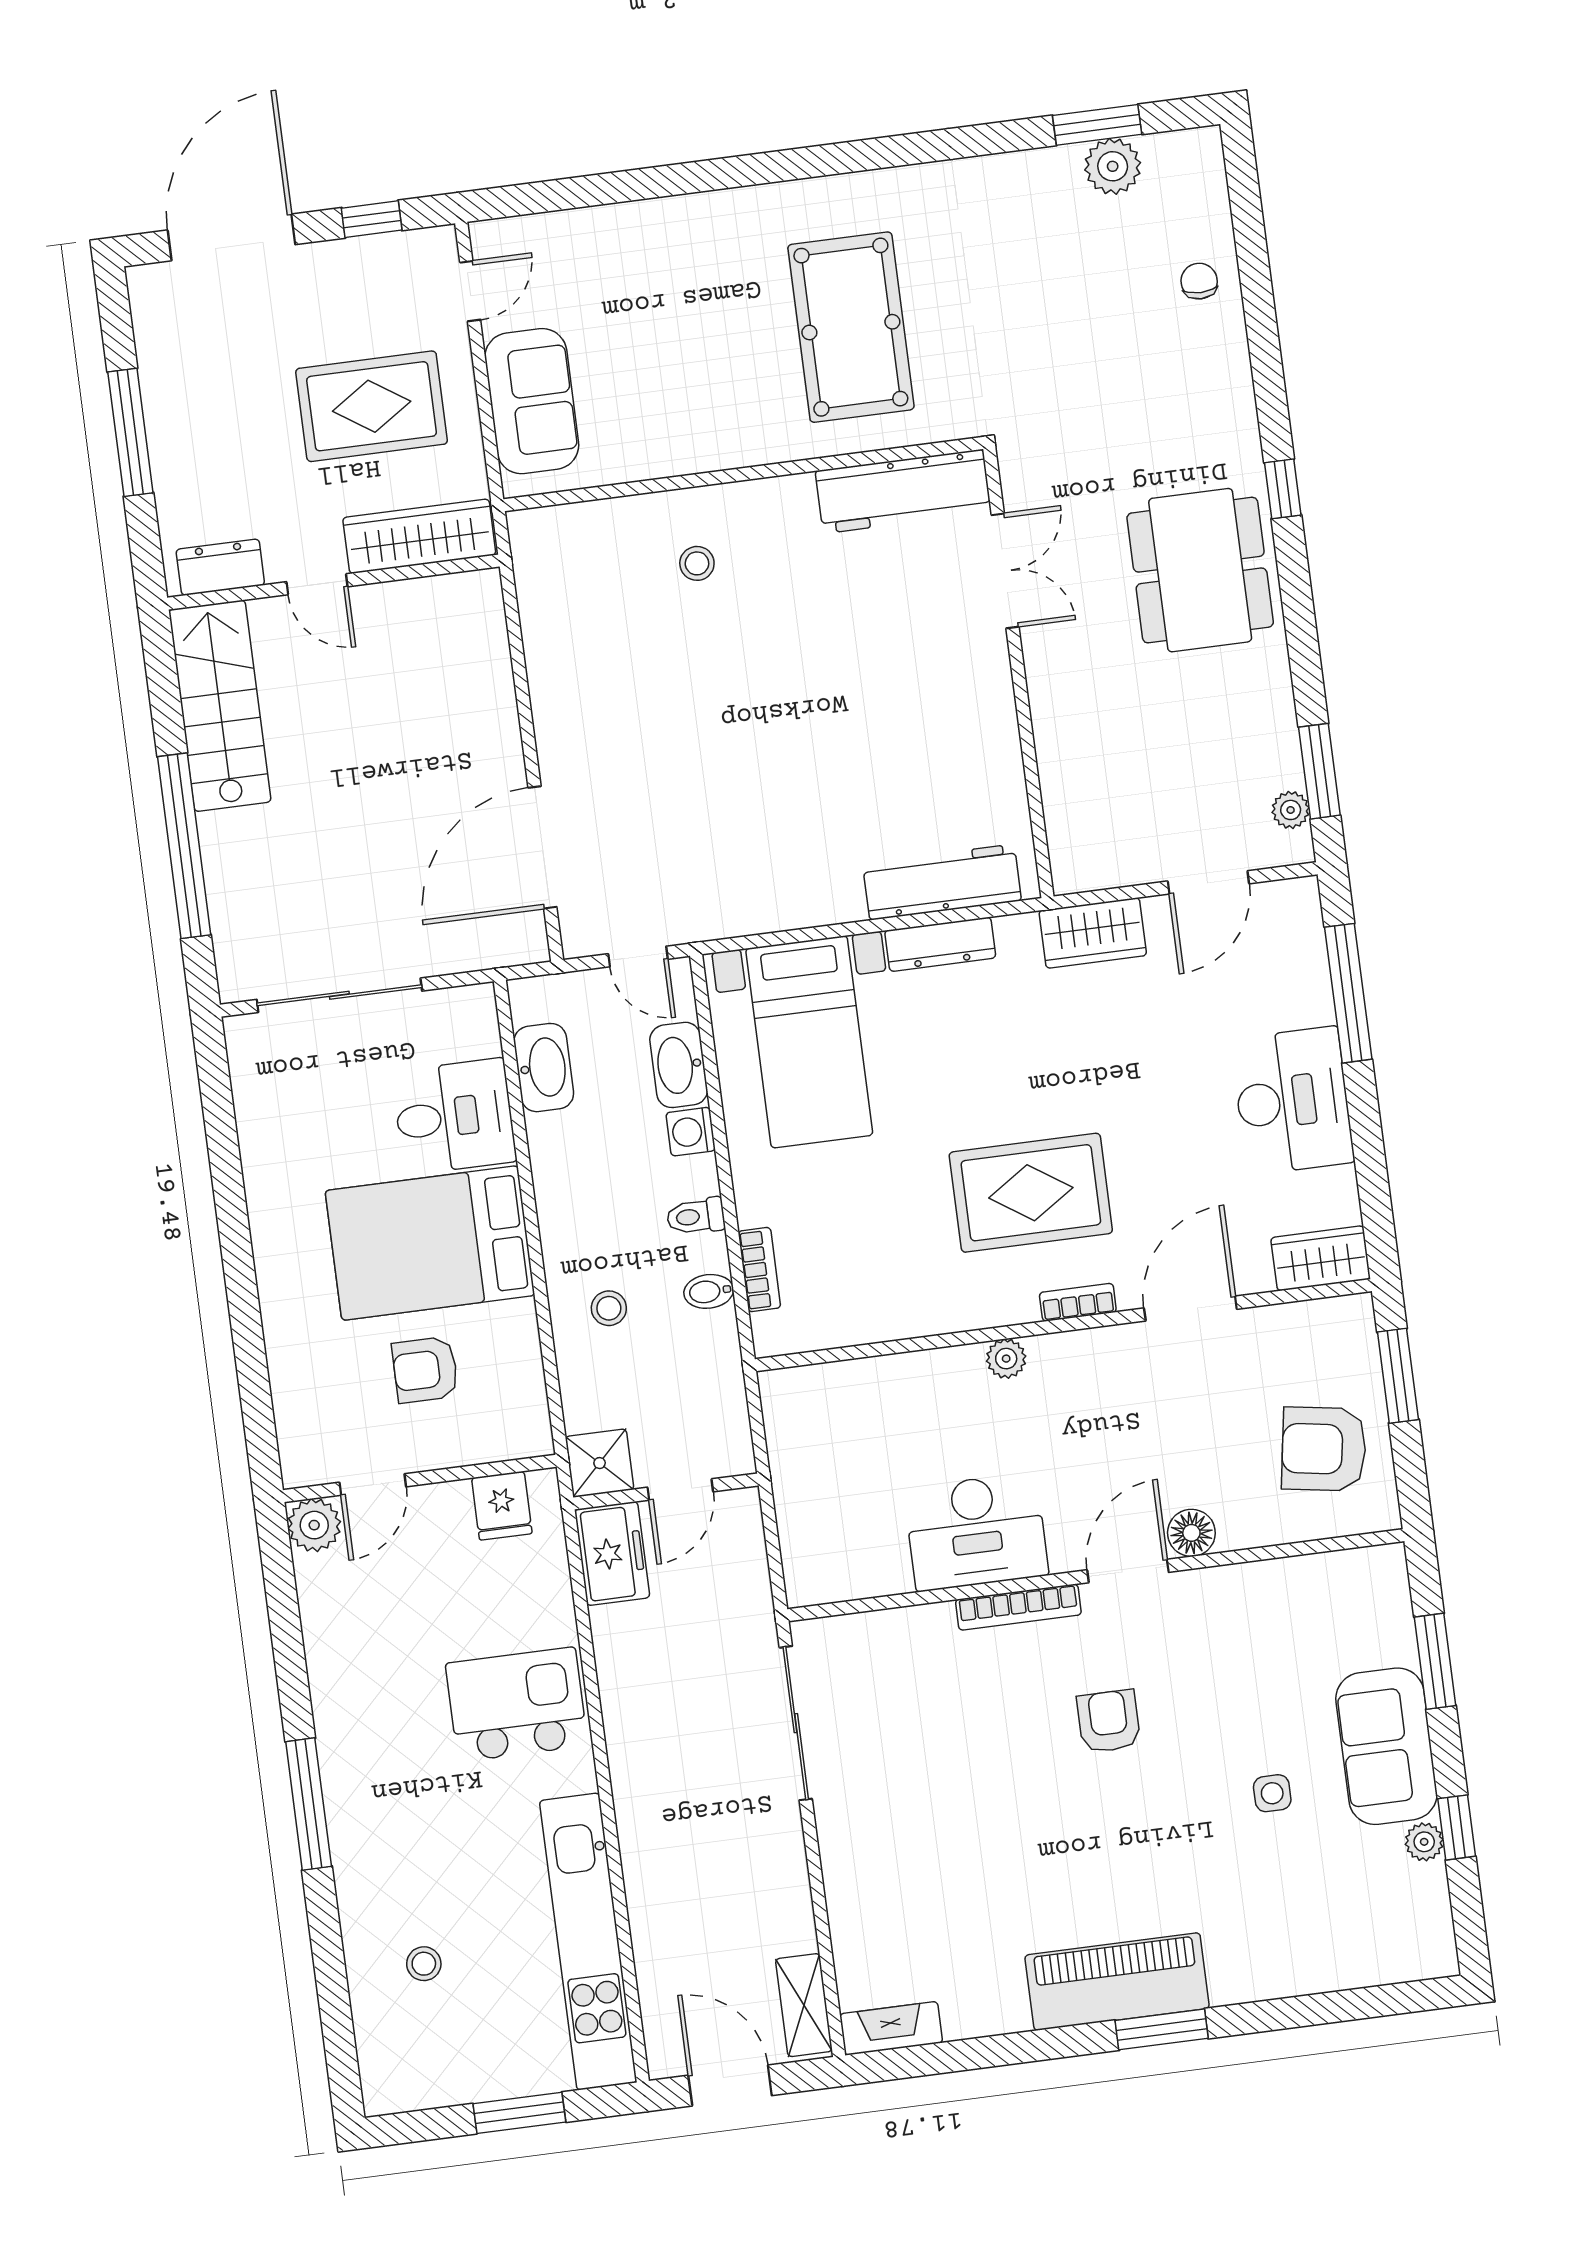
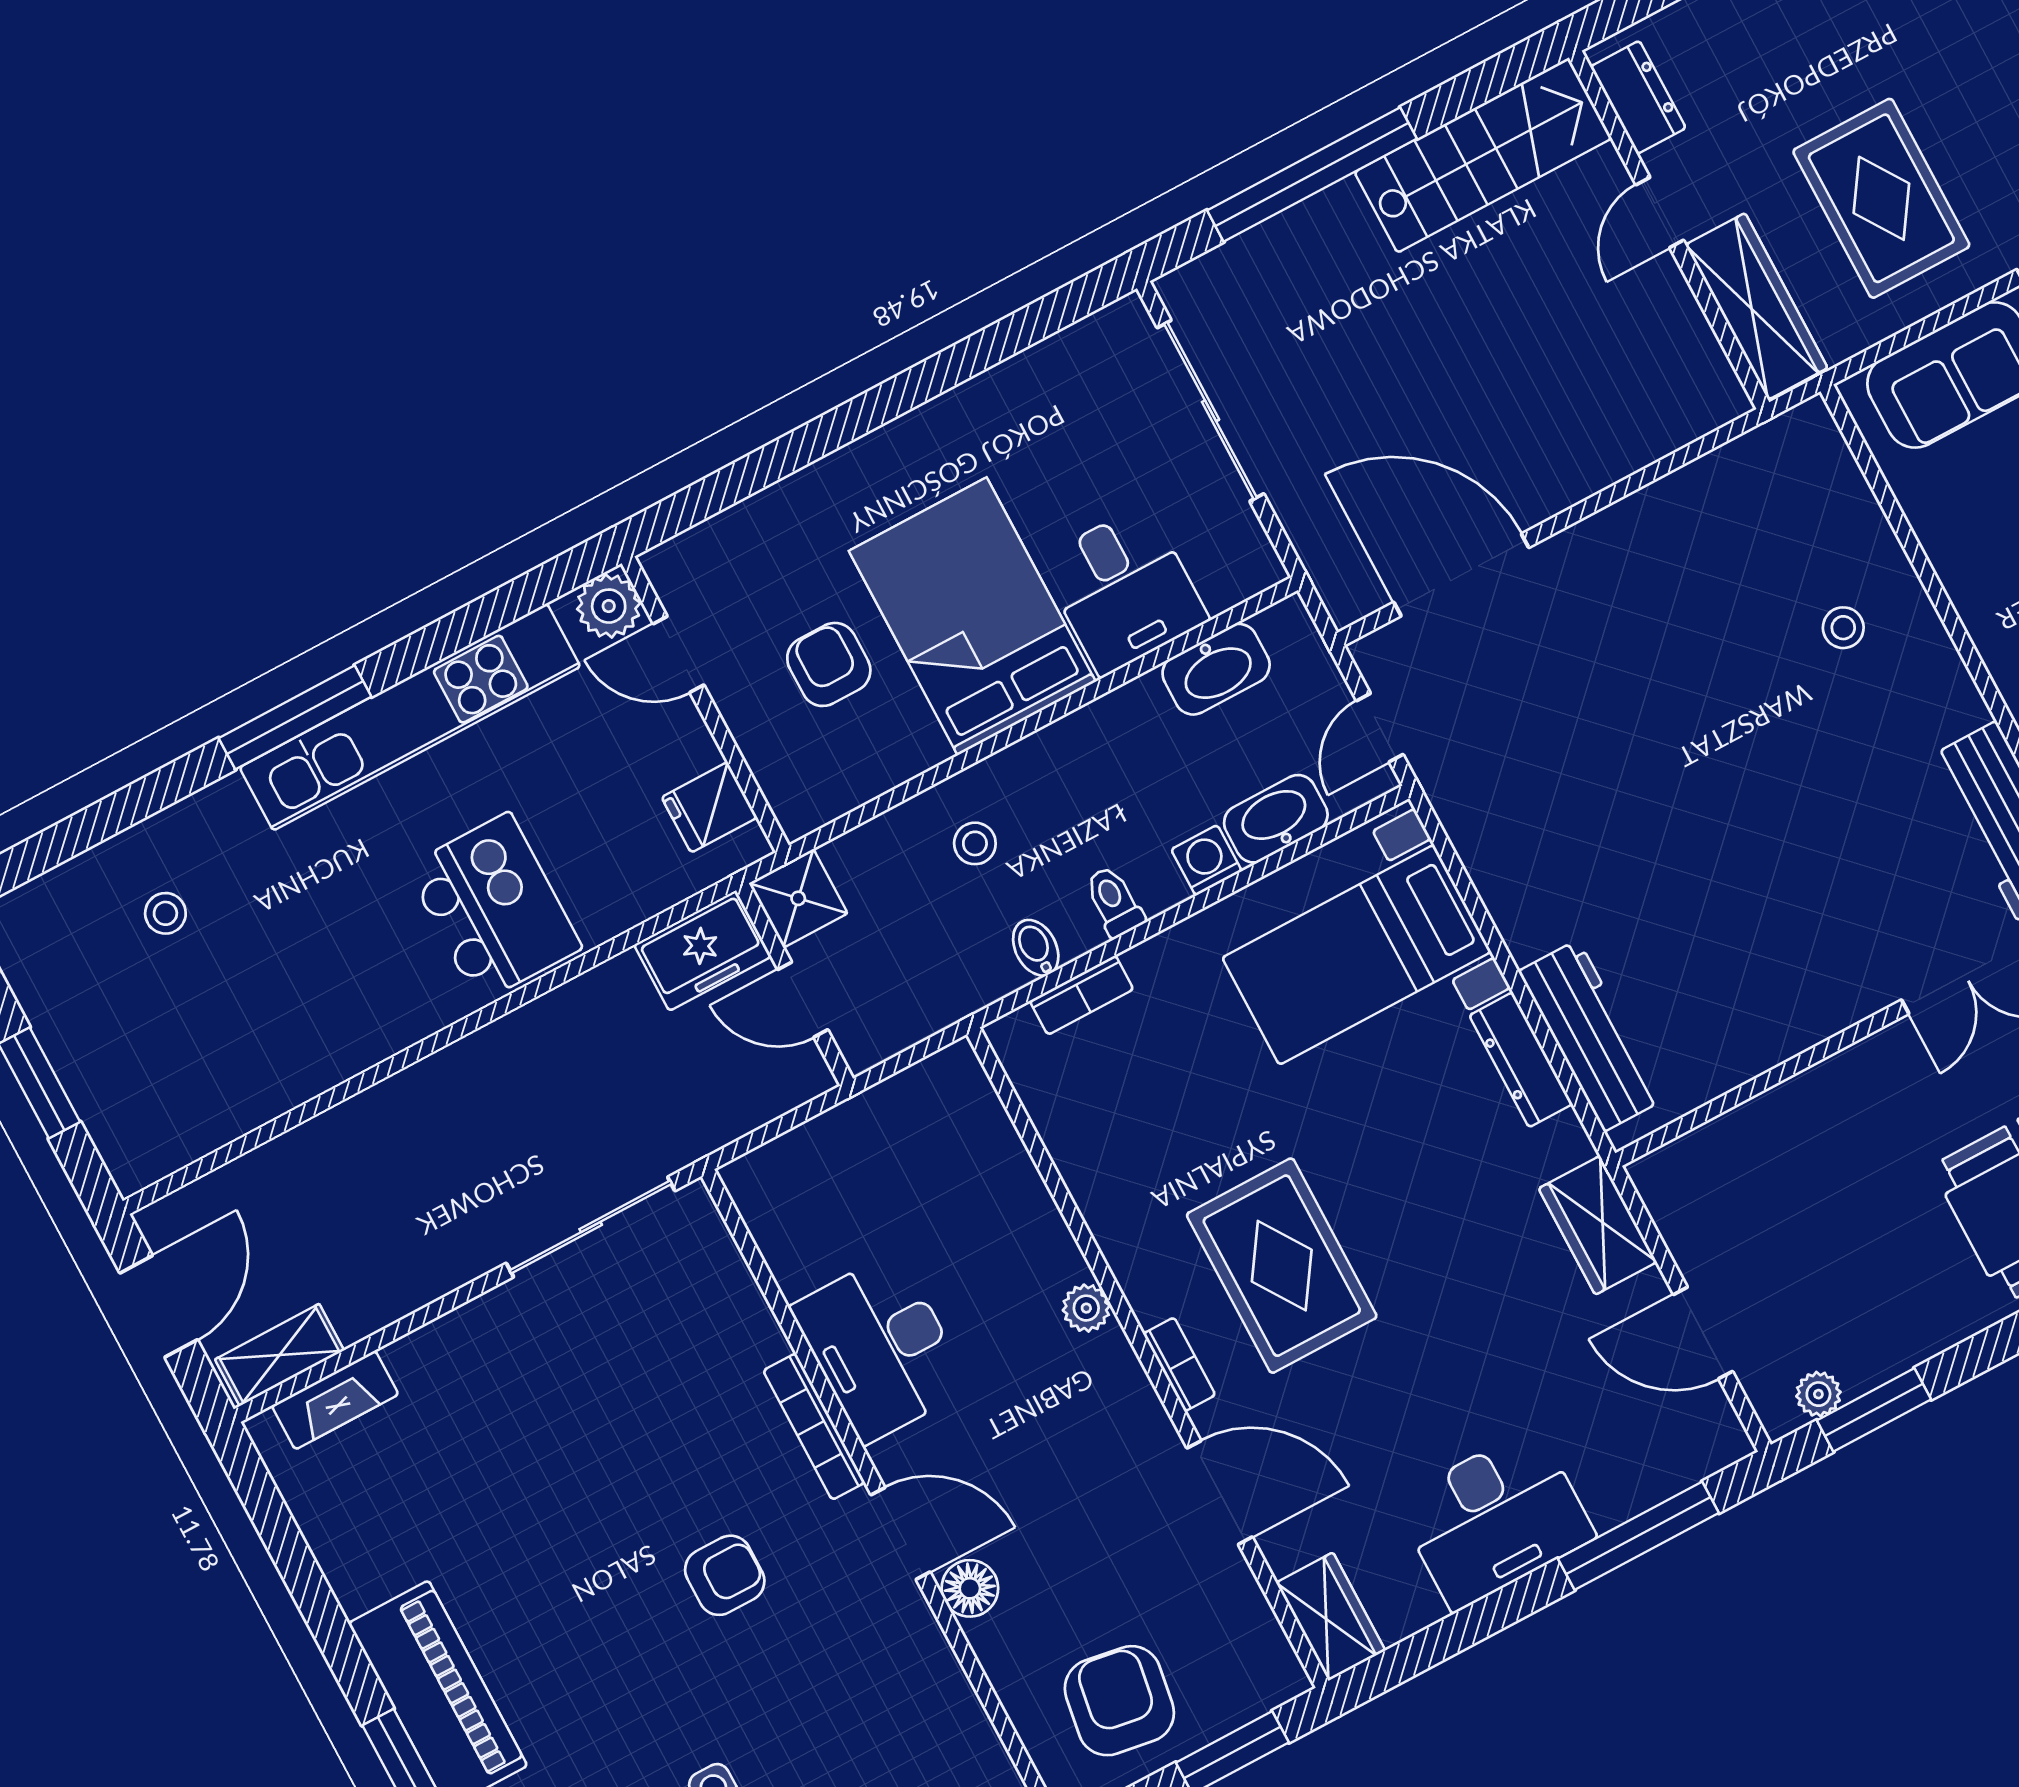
kitchen unit: (588, 1942) -> (410, 717), moved, turned 180
fireplace: (891, 2028) -> (335, 1400), moved, turned 90

